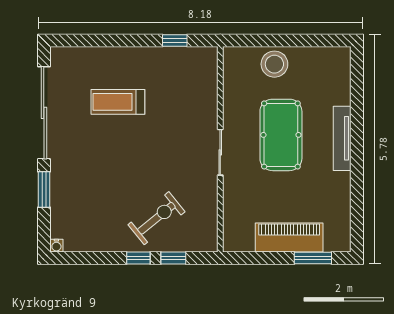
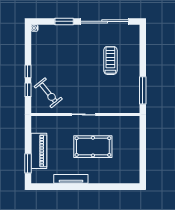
window: (175, 40) -> (143, 90), width x2.17
stool: (274, 64) -> (130, 143), removed
tv unit: (342, 138) -> (71, 179), moved
exercise bike: (156, 218) -> (48, 93), moved

